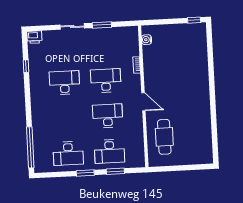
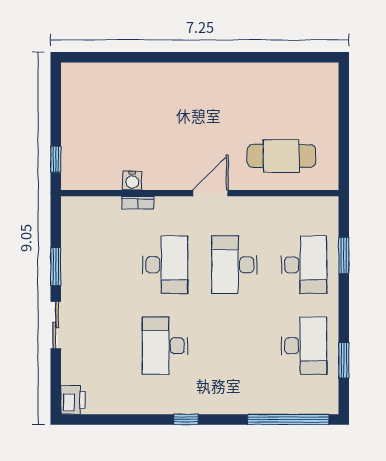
window: (194, 20) -> (56, 159), moved
water cooler: (147, 40) -> (132, 181), moved
window: (26, 66) -> (186, 419), moved
desk: (106, 81) -> (165, 265), turned 180
window: (85, 173) -> (344, 360), moved

